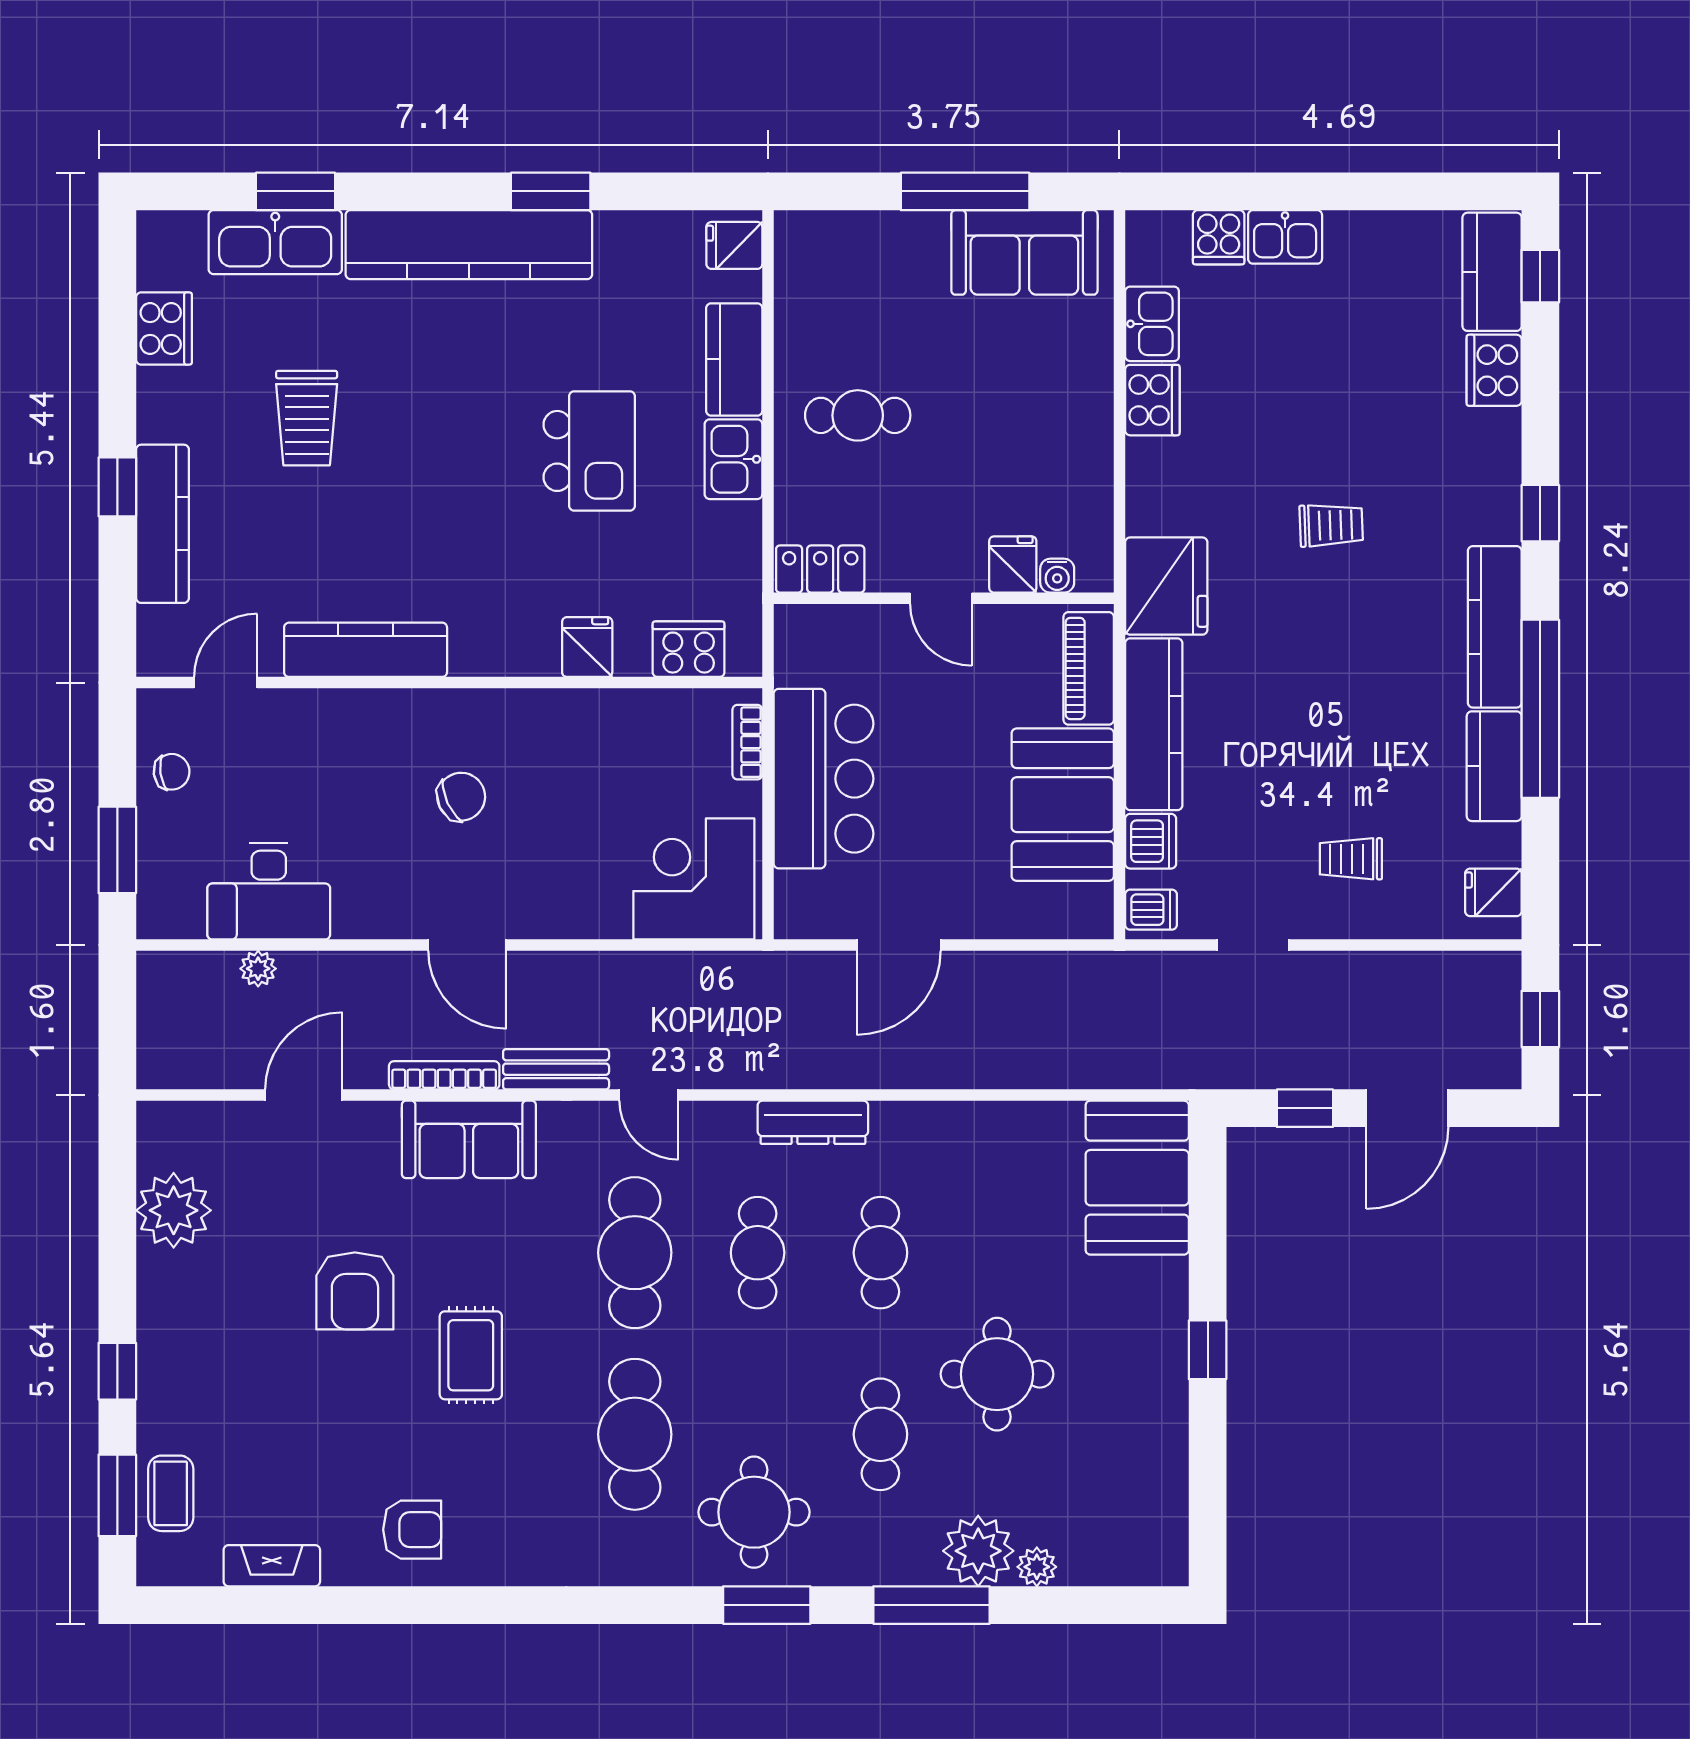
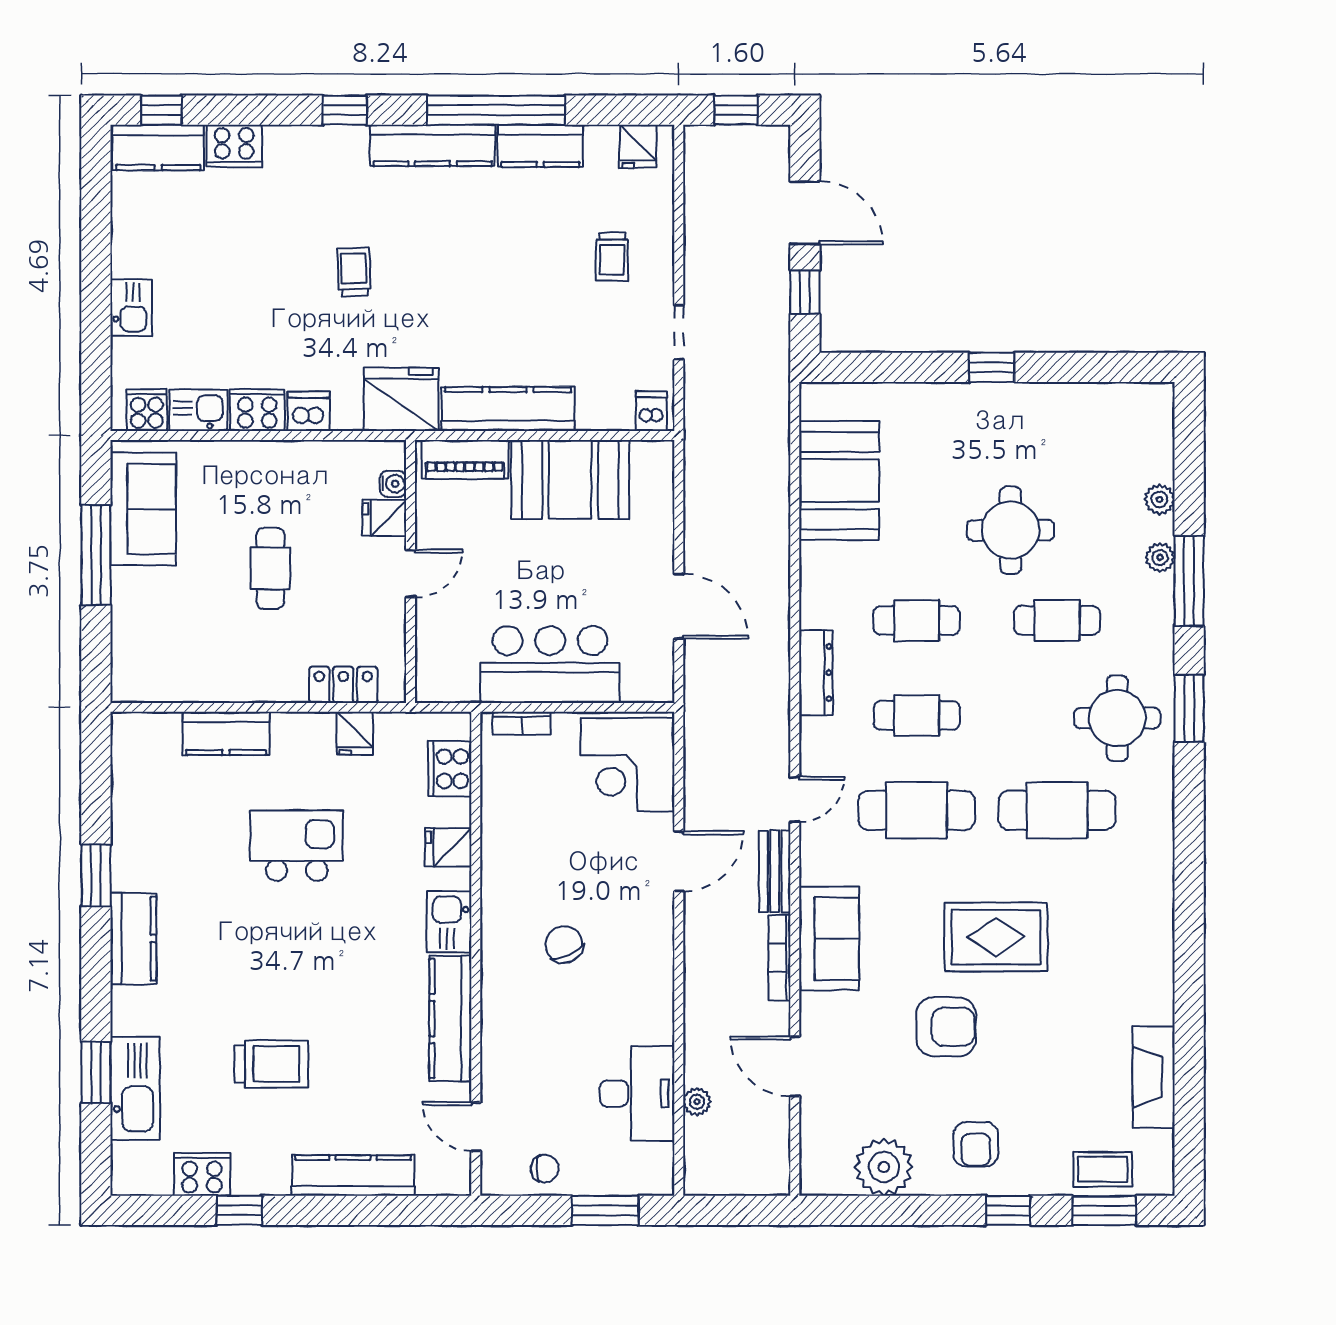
cooker: (1219, 237) -> (147, 410), moved, turned -90
kitchen counter: (469, 245) -> (133, 939), width x0.48, depth x0.86
fridge: (734, 245) -> (355, 733), moved
cafe table: (858, 415) -> (270, 568), moved
kitchen sink: (733, 459) -> (449, 922), moved, turned 90
window: (117, 487) -> (239, 1210), moved
locker: (820, 569) -> (343, 685), moved, turned 90
chair: (172, 772) -> (545, 1168), turned 98
dishwasher: (1151, 841) -> (309, 411), moved
door: (467, 945) -> (679, 861), moved
booth: (1137, 1178) -> (839, 481), moved, turned 90
rug: (471, 1355) -> (996, 937), width x1.36, depth x1.43
armchair: (412, 1530) -> (976, 1144), moved, turned 180
plant: (978, 1551) -> (1160, 557), width x0.53, depth x0.53
fireplace: (272, 1566) -> (1154, 1077), width x1.37, depth x1.32

